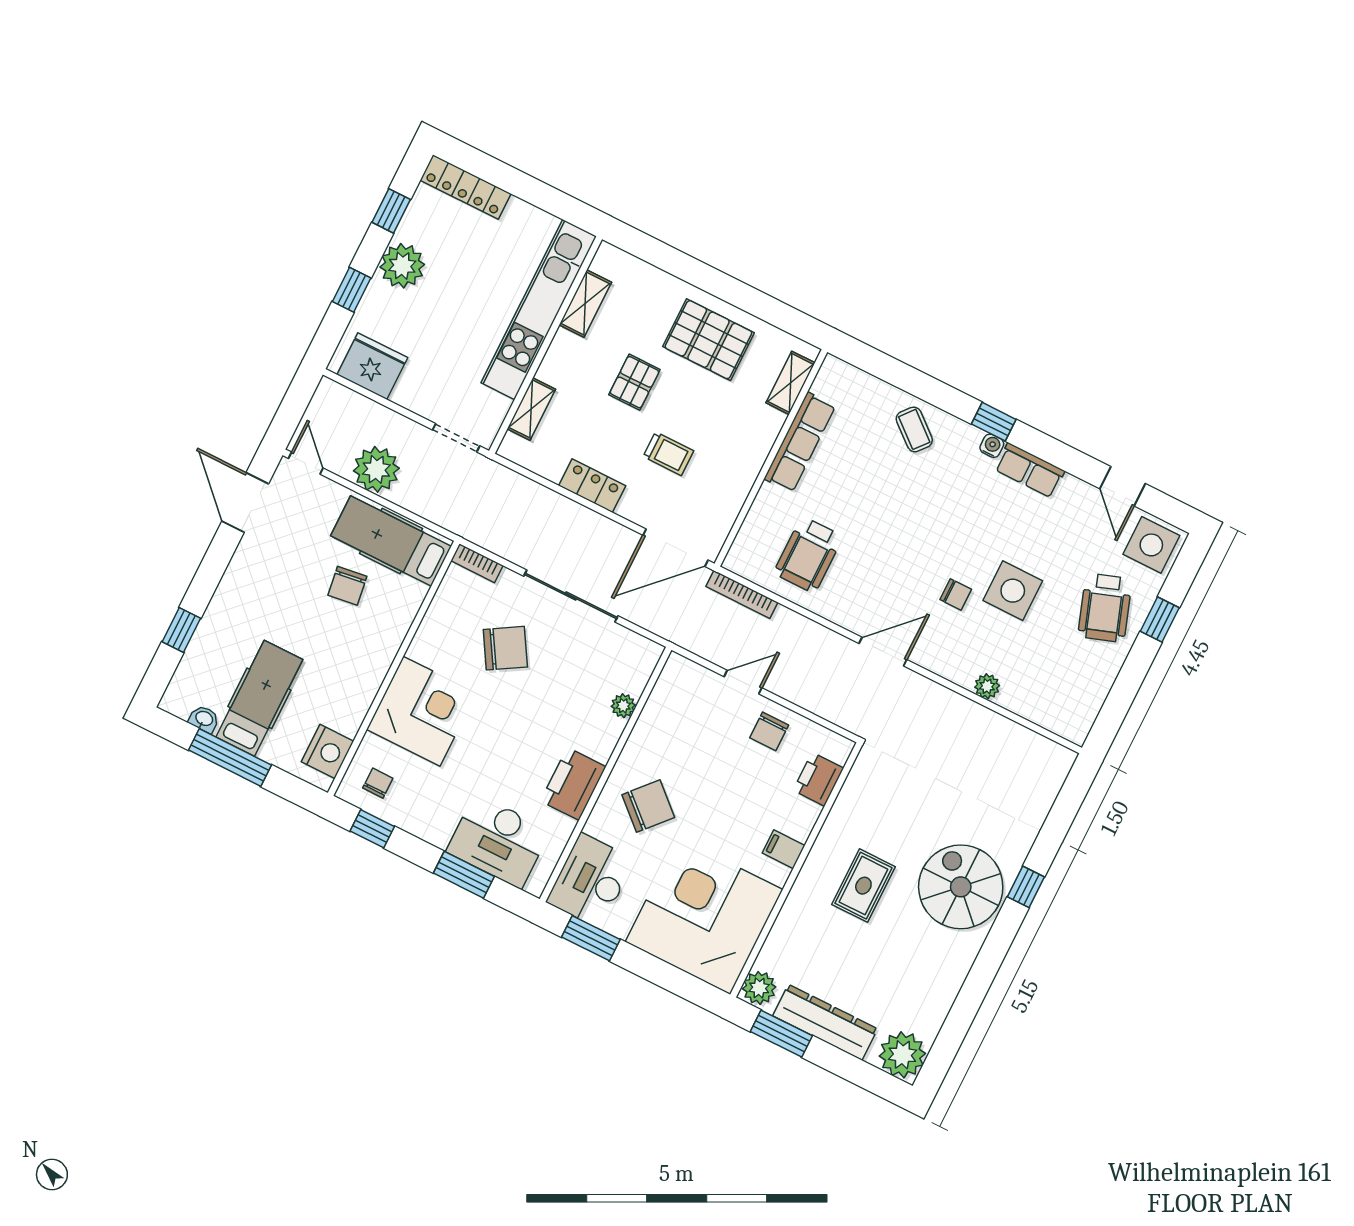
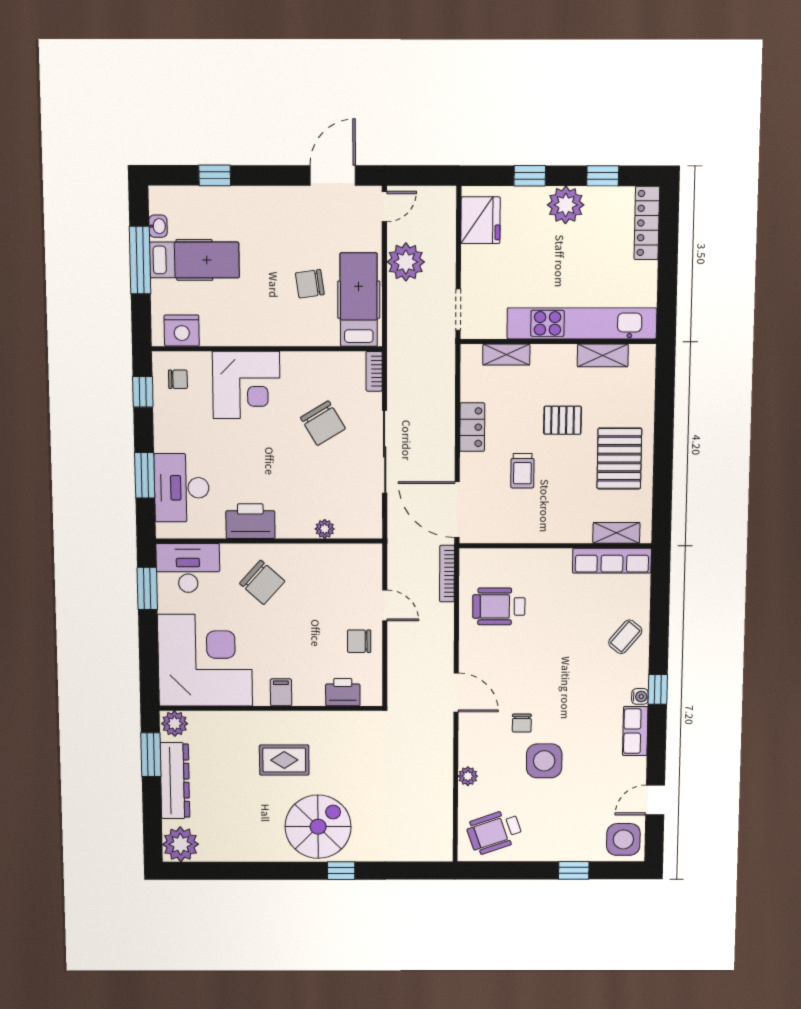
row of seats: (800, 442) -> (612, 561), moved
wheelchair: (1105, 608) -> (494, 832), moved

